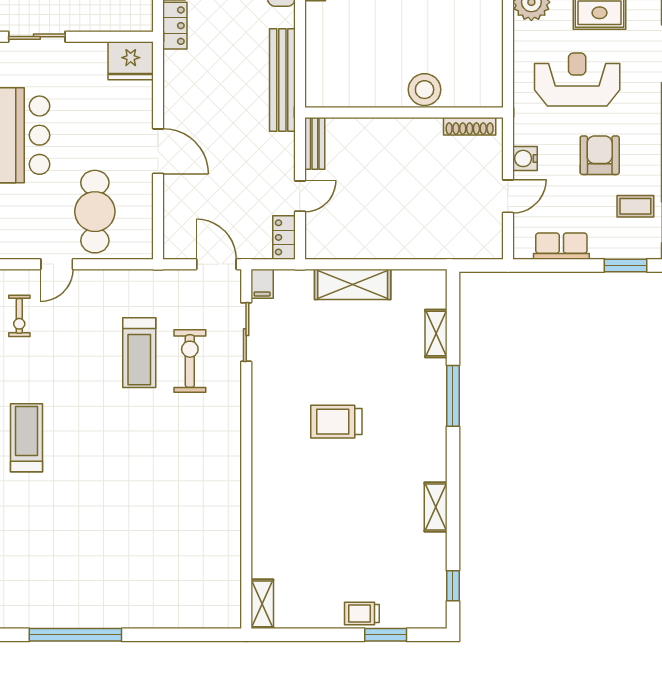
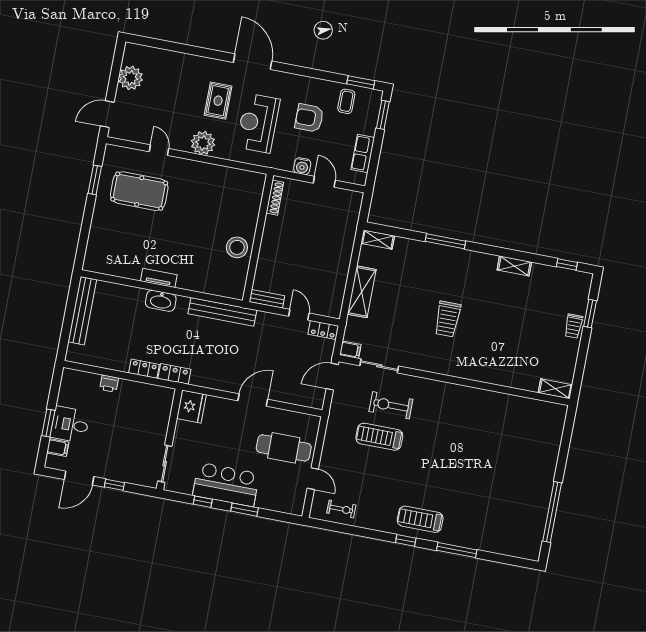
stool: (425, 90) -> (237, 247), moved
shelving: (436, 334) -> (378, 240), moved
treadmill: (139, 353) -> (379, 437), turned 180

